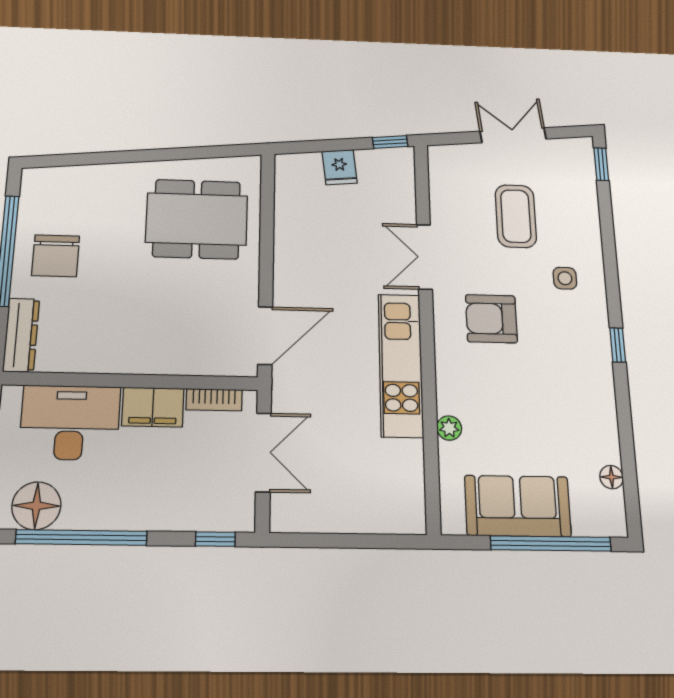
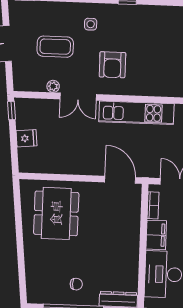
chair: (56, 256) -> (76, 284), width x0.54, depth x0.54
plant: (449, 428) -> (53, 86), moved

